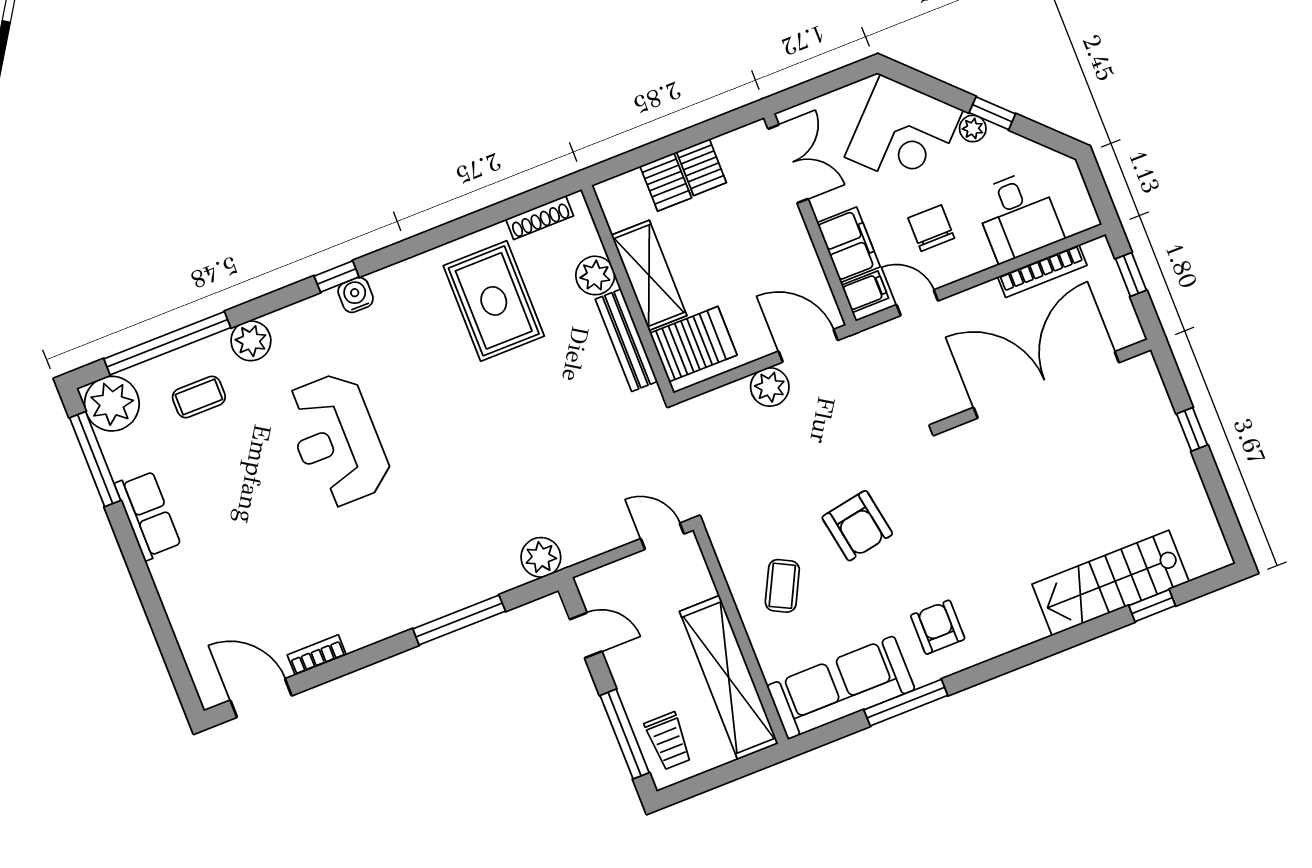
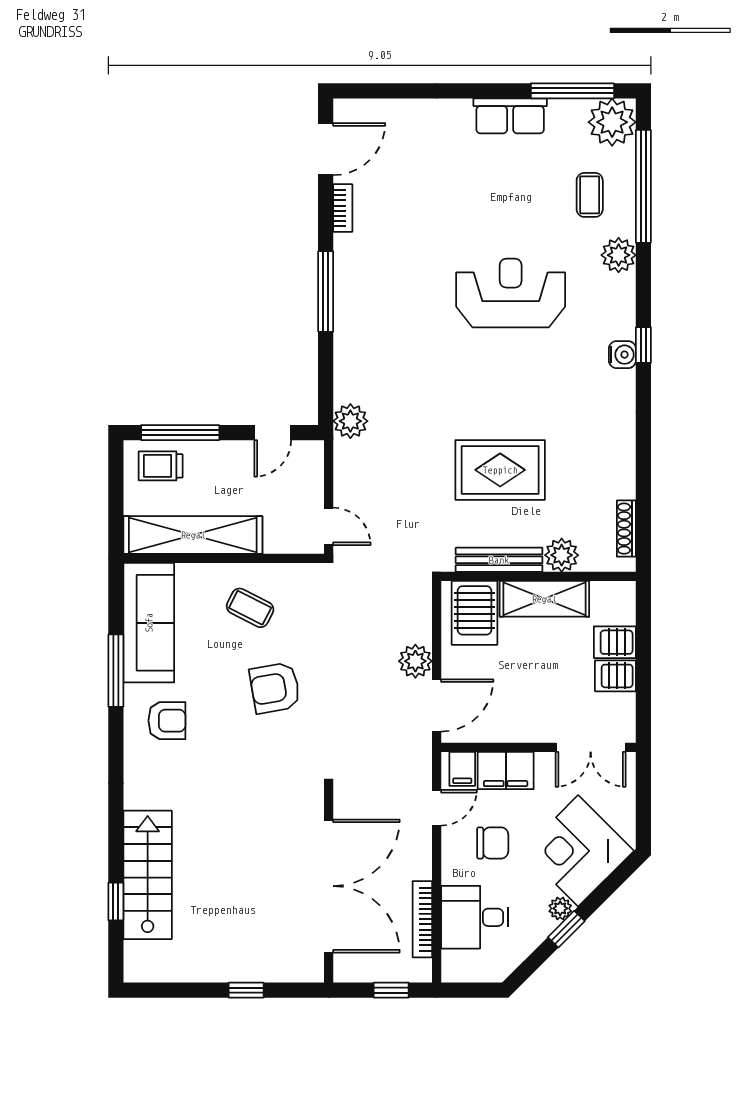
rug: (494, 301) -> (500, 470), moved
door: (662, 536) -> (329, 526), hinge flipped
window: (459, 620) -> (326, 291), moved

